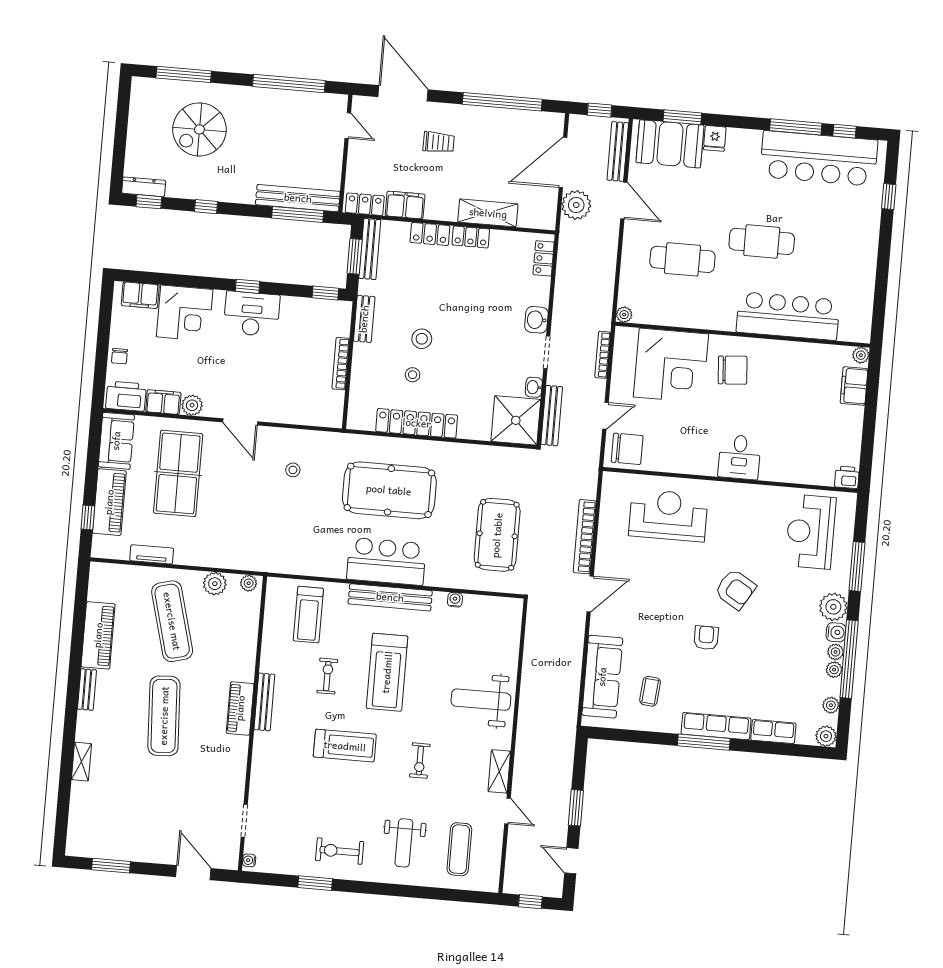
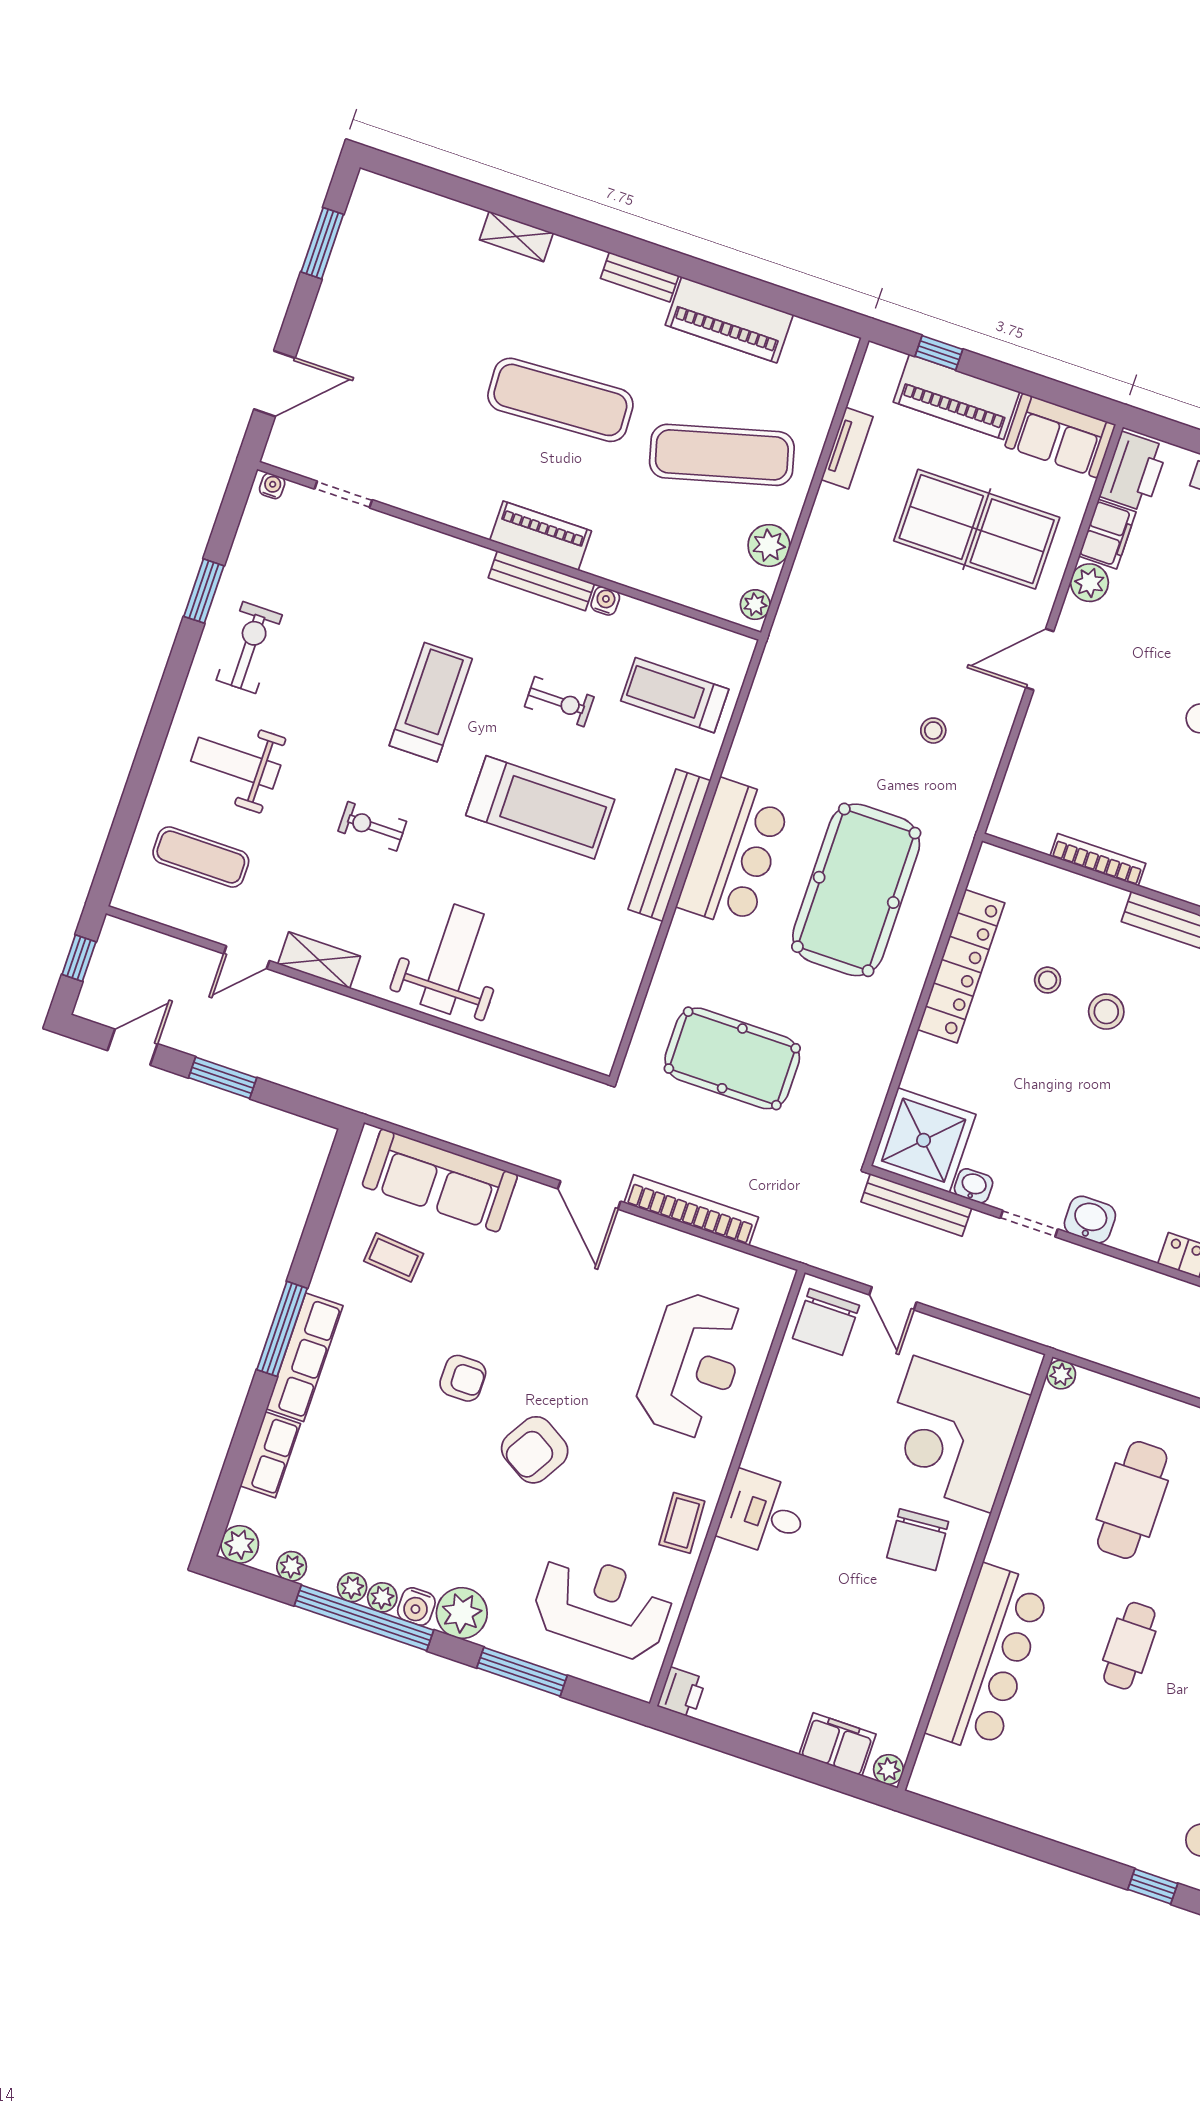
cafe table: (762, 241) -> (1129, 1646), width x0.73, depth x0.74
bookcase: (603, 355) -> (1000, 1320), removed
coffee table: (755, 500) -> (682, 1523), added
water cooler: (455, 600) -> (605, 601), moved, turned -90
treadmill: (387, 672) -> (540, 807), turned 180
treadmill: (345, 746) -> (431, 702), turned 180

